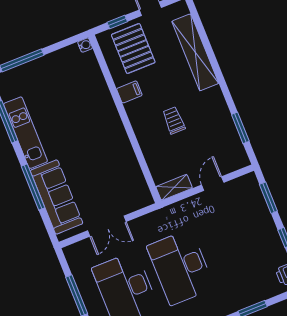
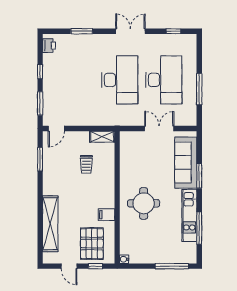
trolley: (174, 120) -> (86, 164), moved
round table: (89, 125) -> (144, 203), added
door: (213, 184) -> (56, 129), moved
window: (33, 187) -> (199, 176), width x0.69

